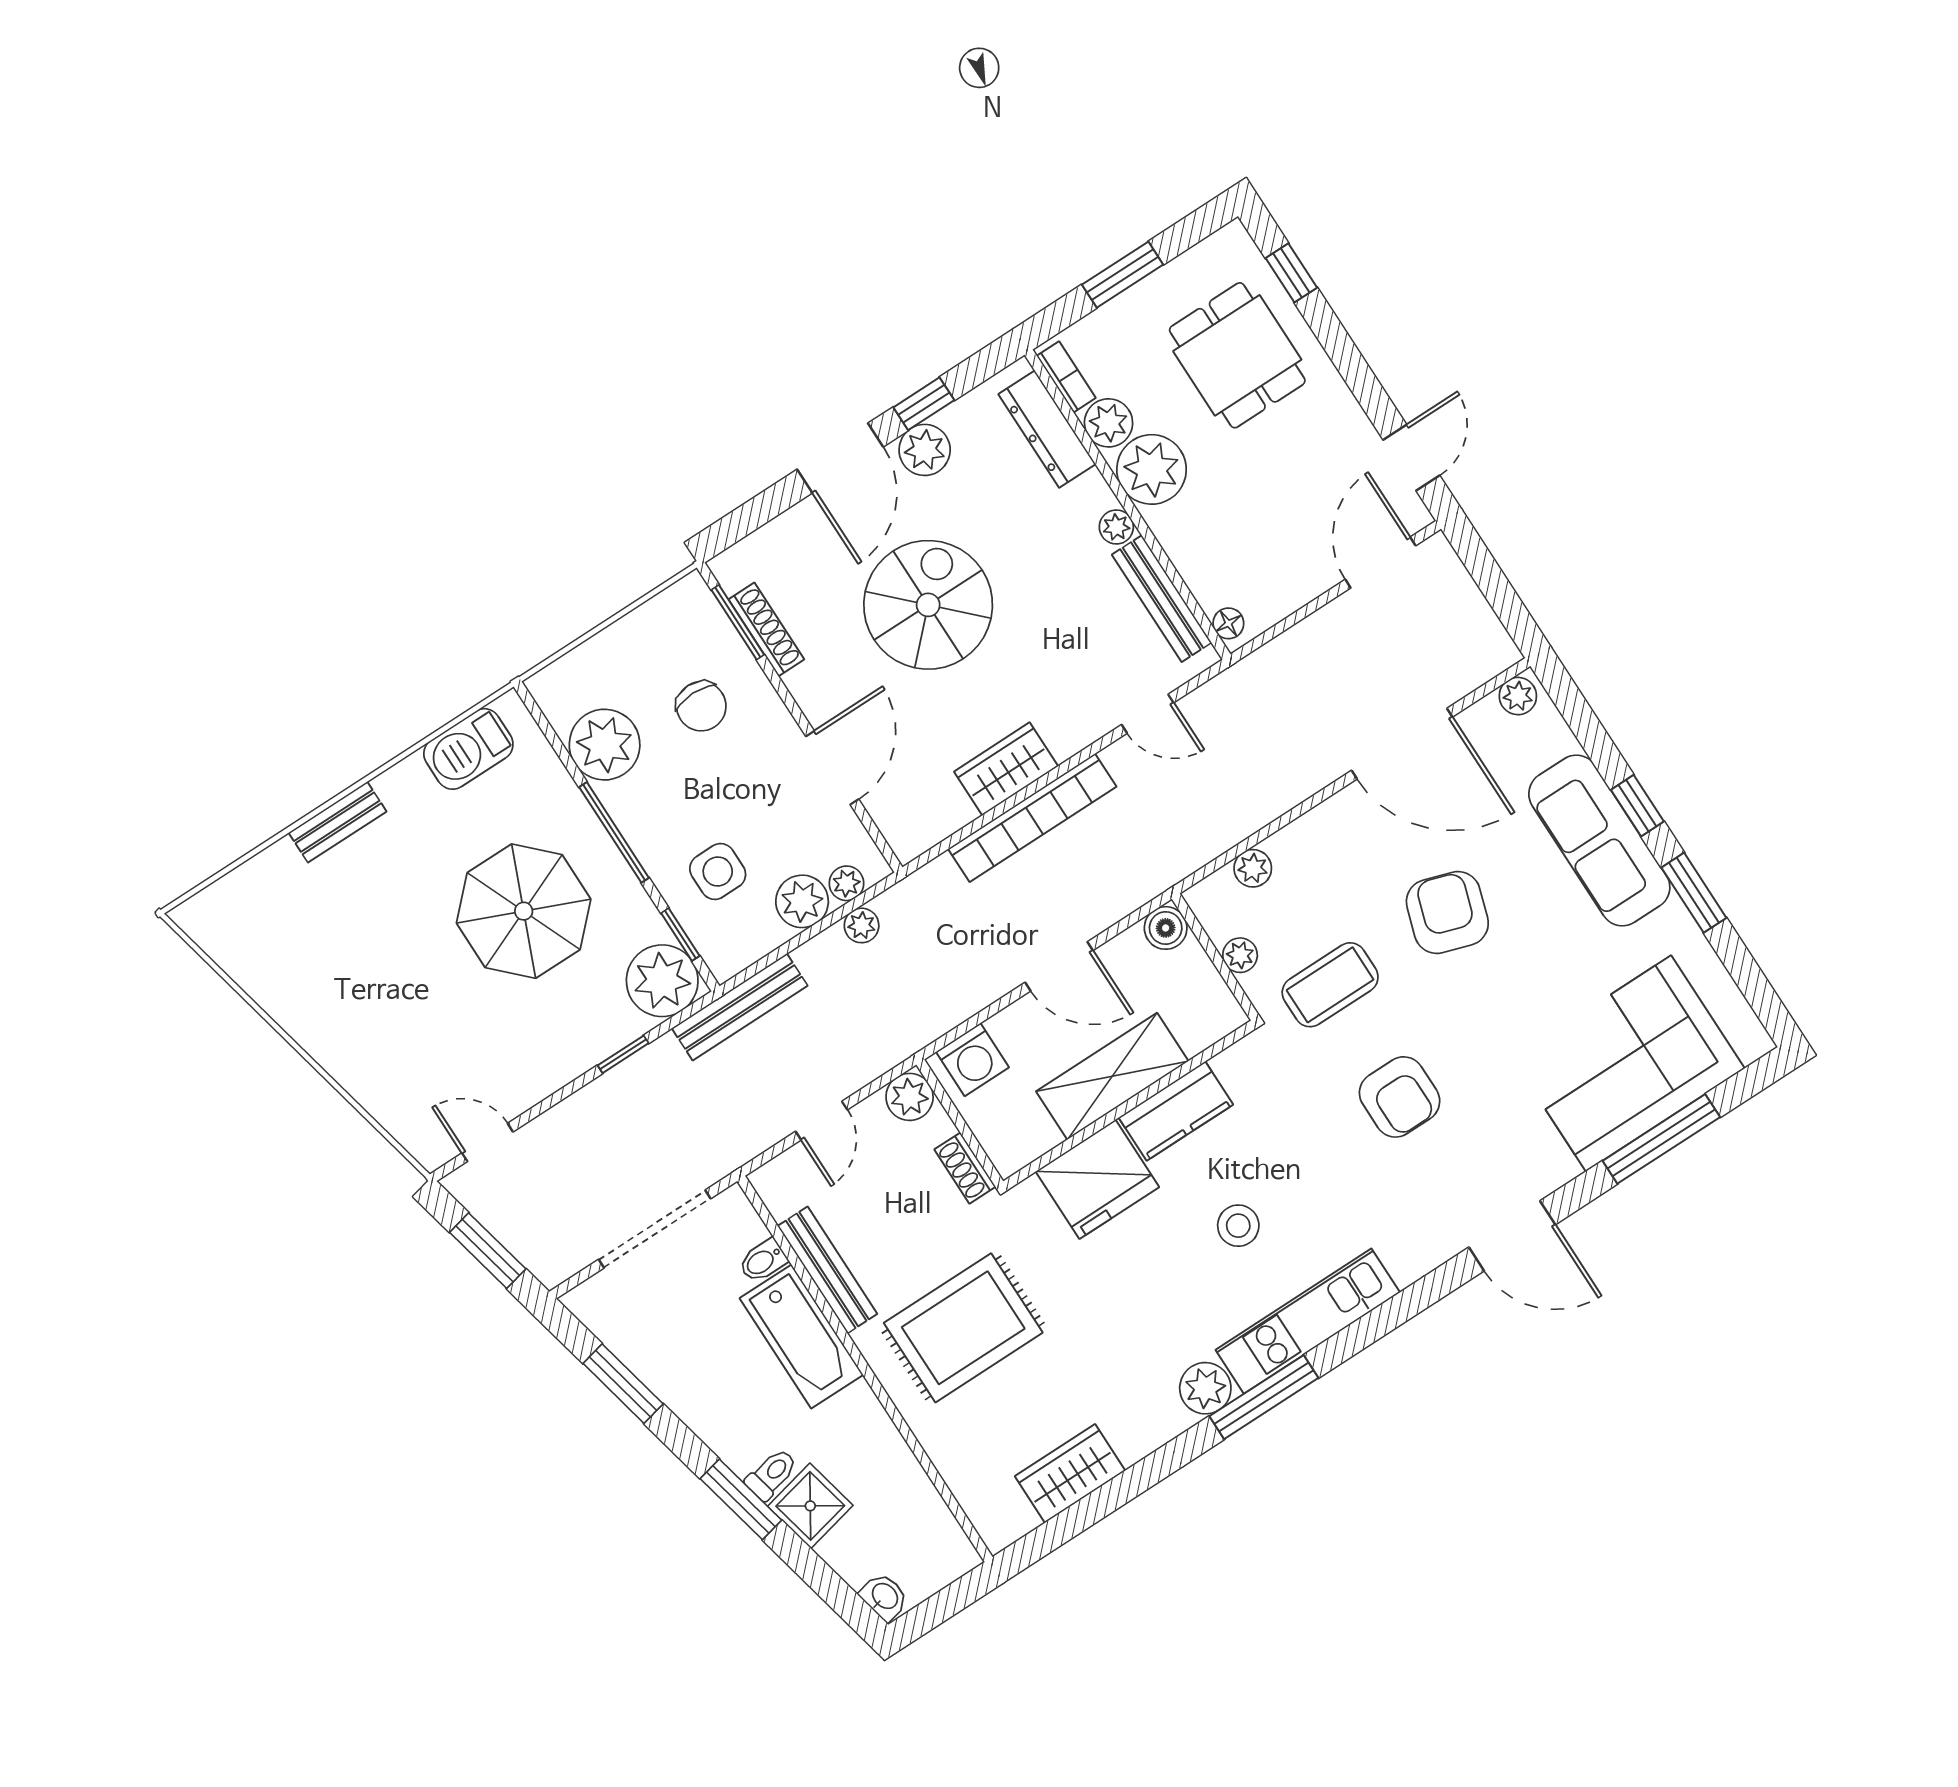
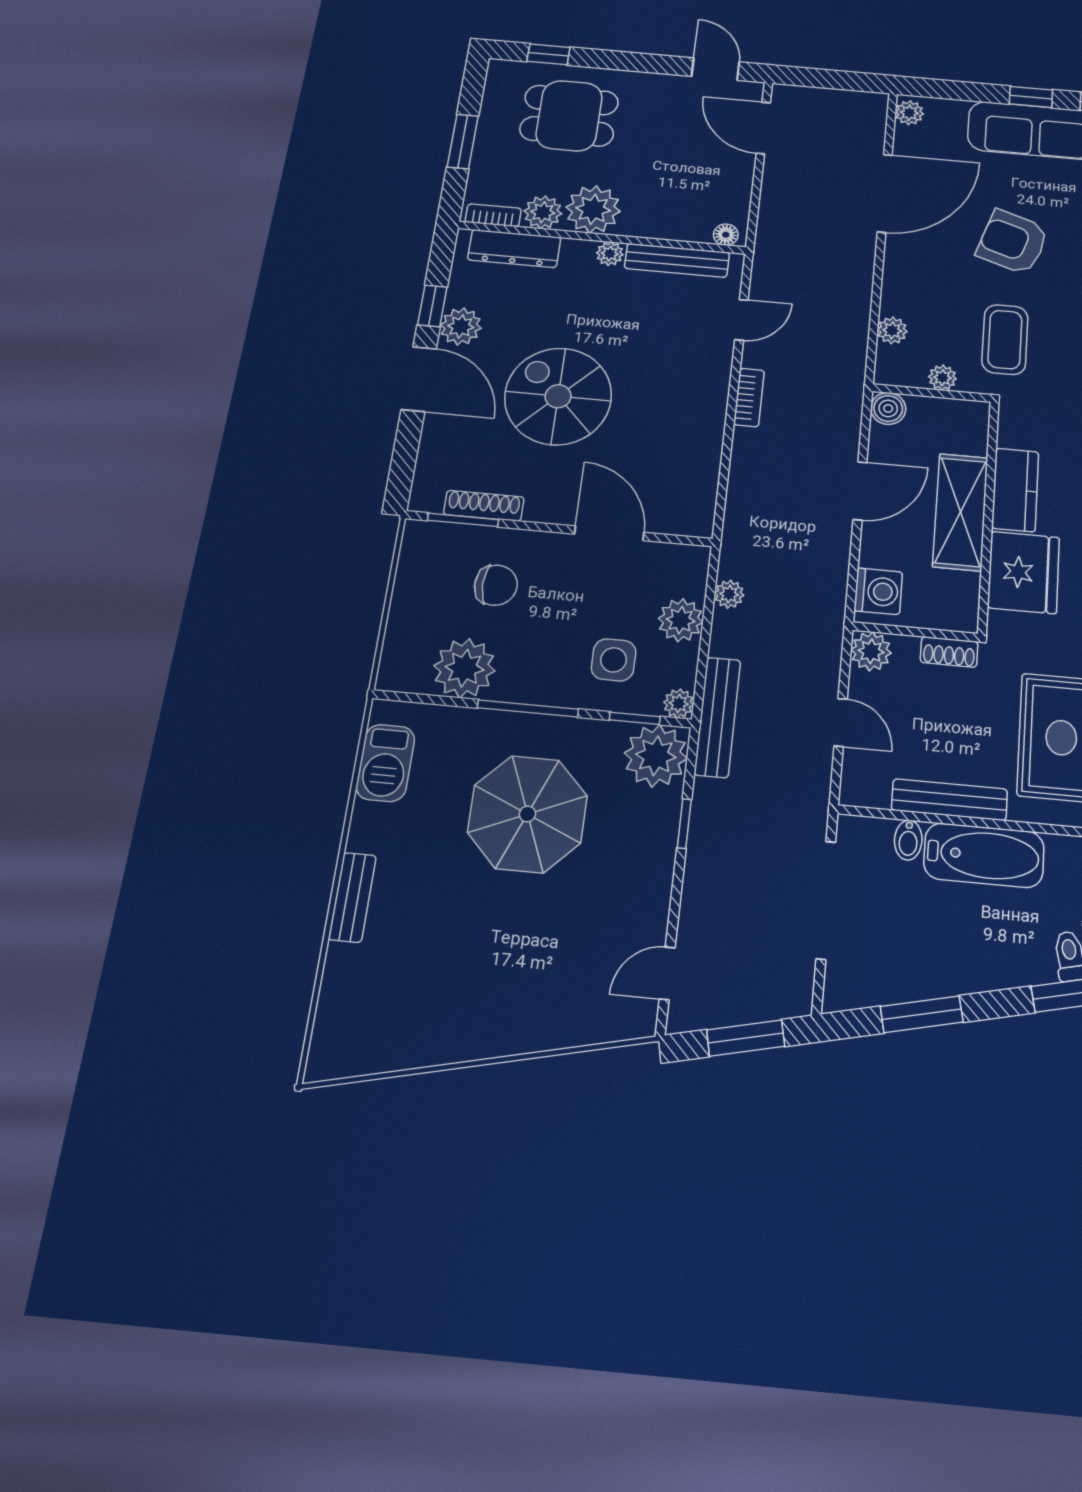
wardrobe: (1006, 769) -> (704, 428), removed
bookcase: (1032, 818) -> (749, 397), width x0.43, depth x0.76
plant: (846, 883) -> (679, 704), moved

